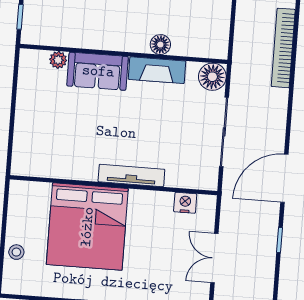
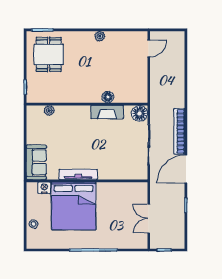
bookcase: (283, 48) -> (179, 131), moved
sofa: (98, 71) -> (36, 162), moved, turned -90
tv unit: (131, 175) -> (78, 174), moved
nightstand: (185, 203) -> (44, 188), moved

